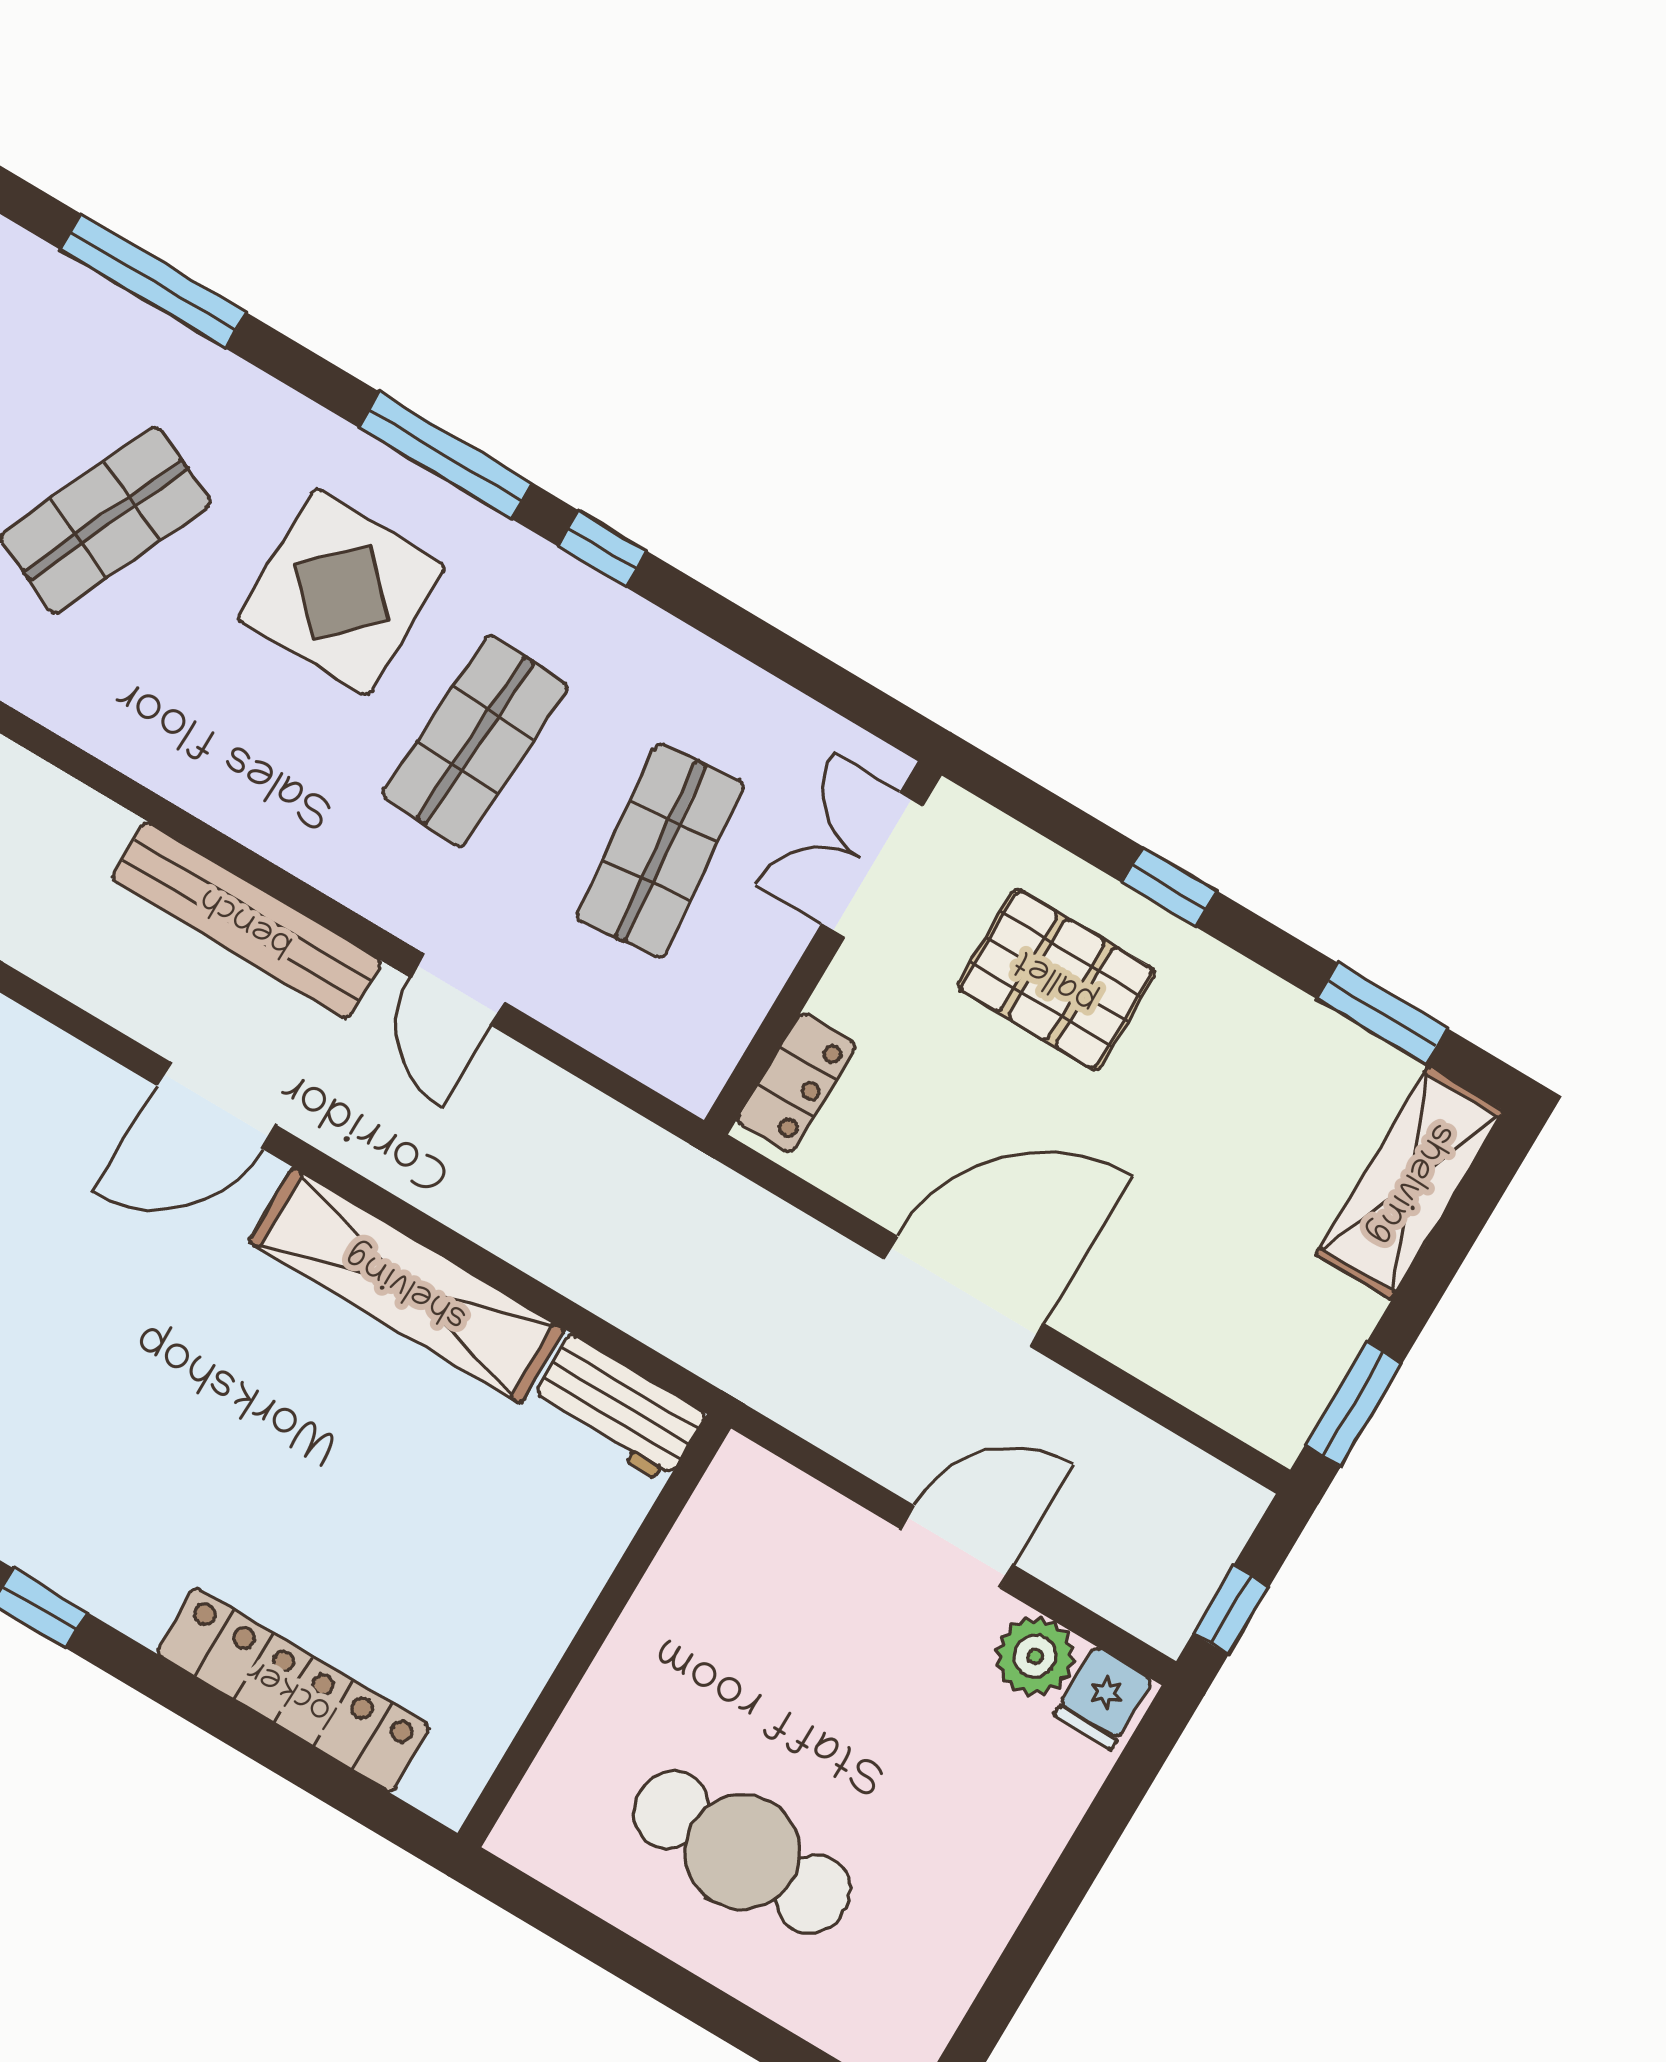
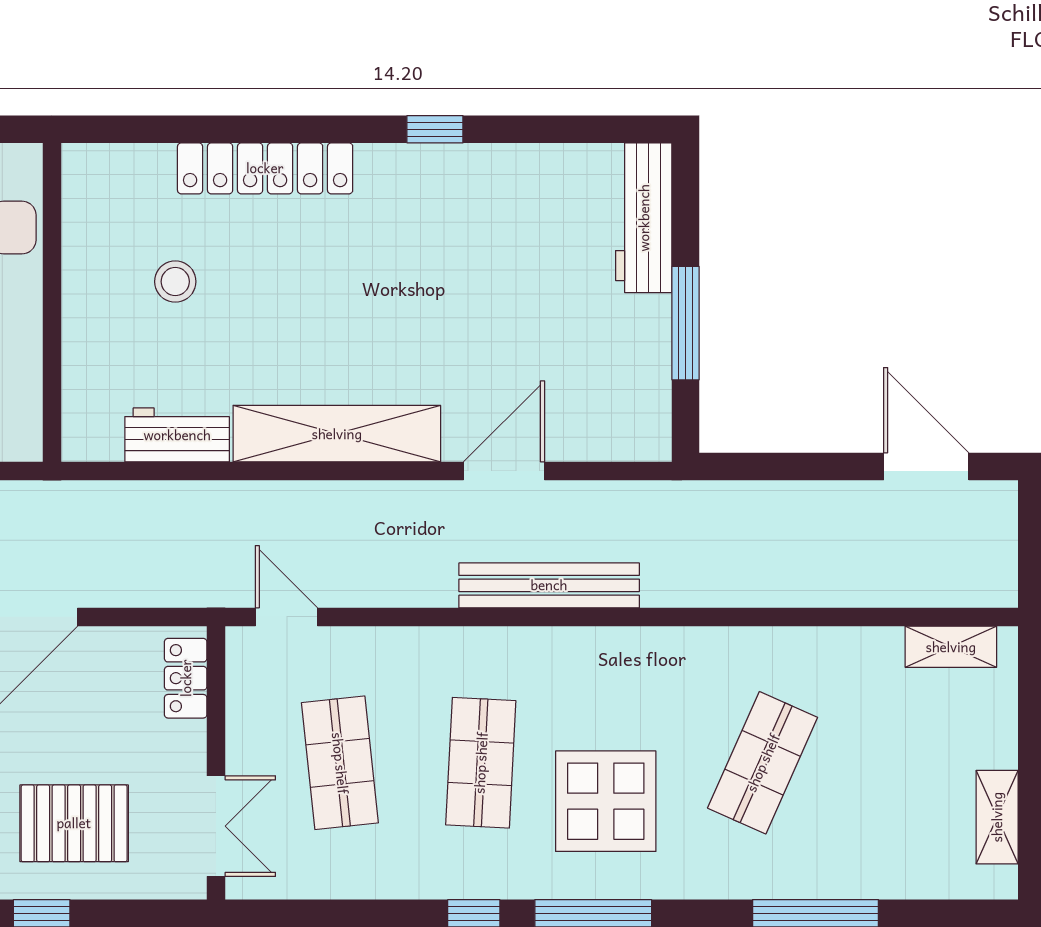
door: (457, 989) -> (286, 617), moved
stool: (500, 1611) -> (175, 282), added
wall: (594, 1631) -> (52, 302), moved

